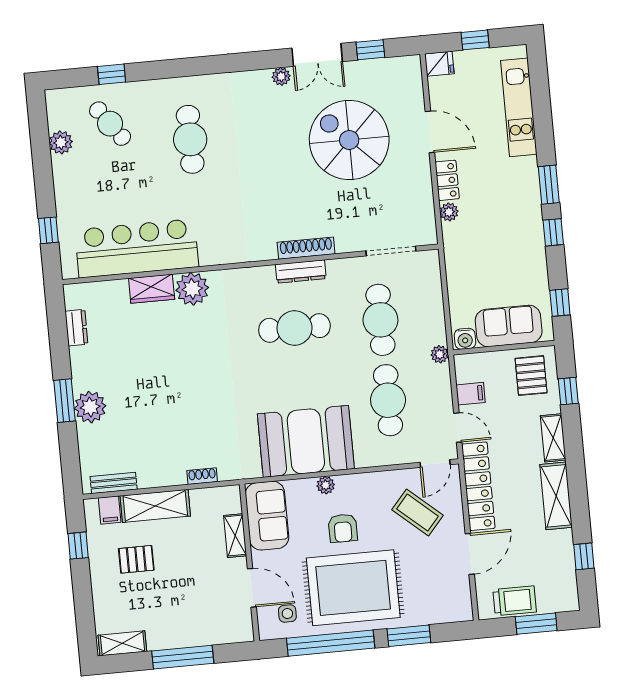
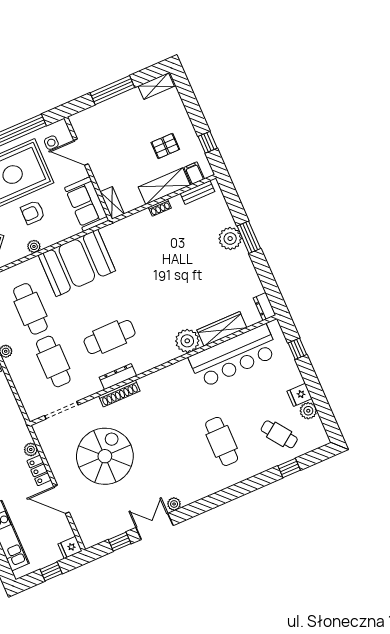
spiral stairs: (349, 140) -> (105, 456), moved, turned -90
fridge: (66, 168) -> (300, 395), added
wardrobe: (152, 289) -> (222, 329), width x1.50
dresser: (76, 328) -> (264, 307), moved
shoe rack: (202, 476) -> (160, 208), moved
plant: (326, 485) -> (34, 246), moved
armchair: (343, 528) -> (33, 212), turned -90
shelving: (235, 536) -> (112, 203), moved

